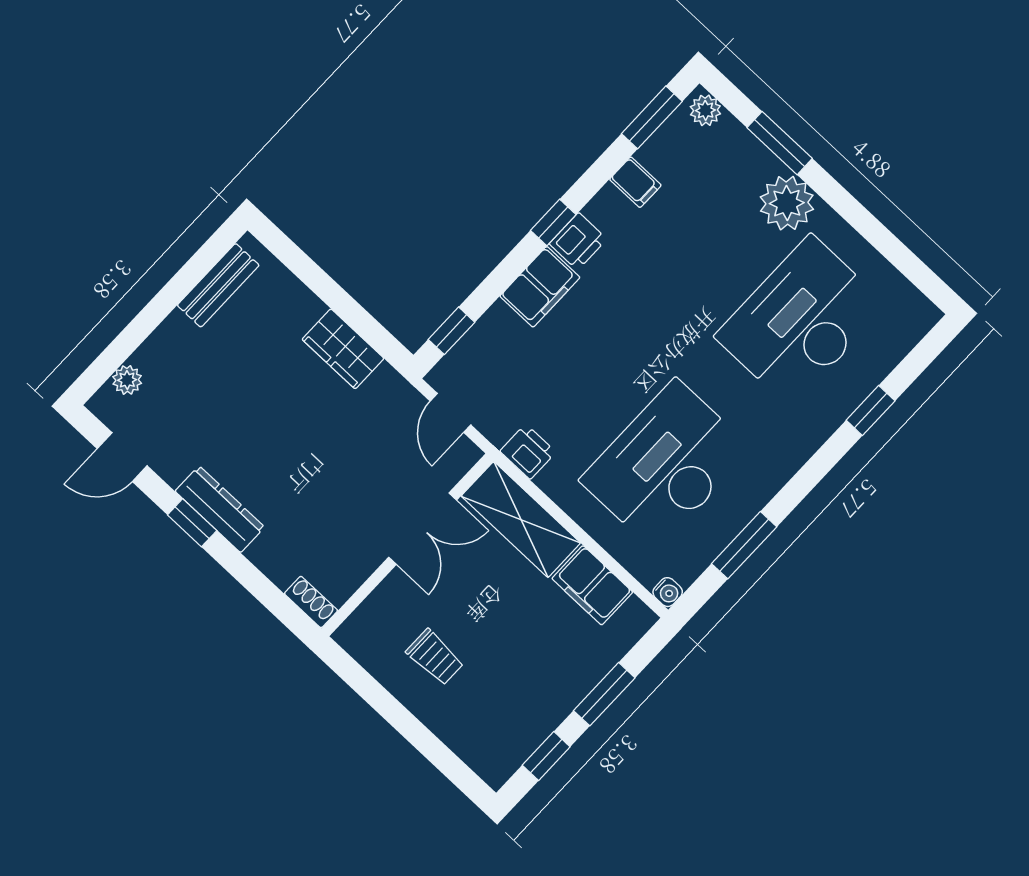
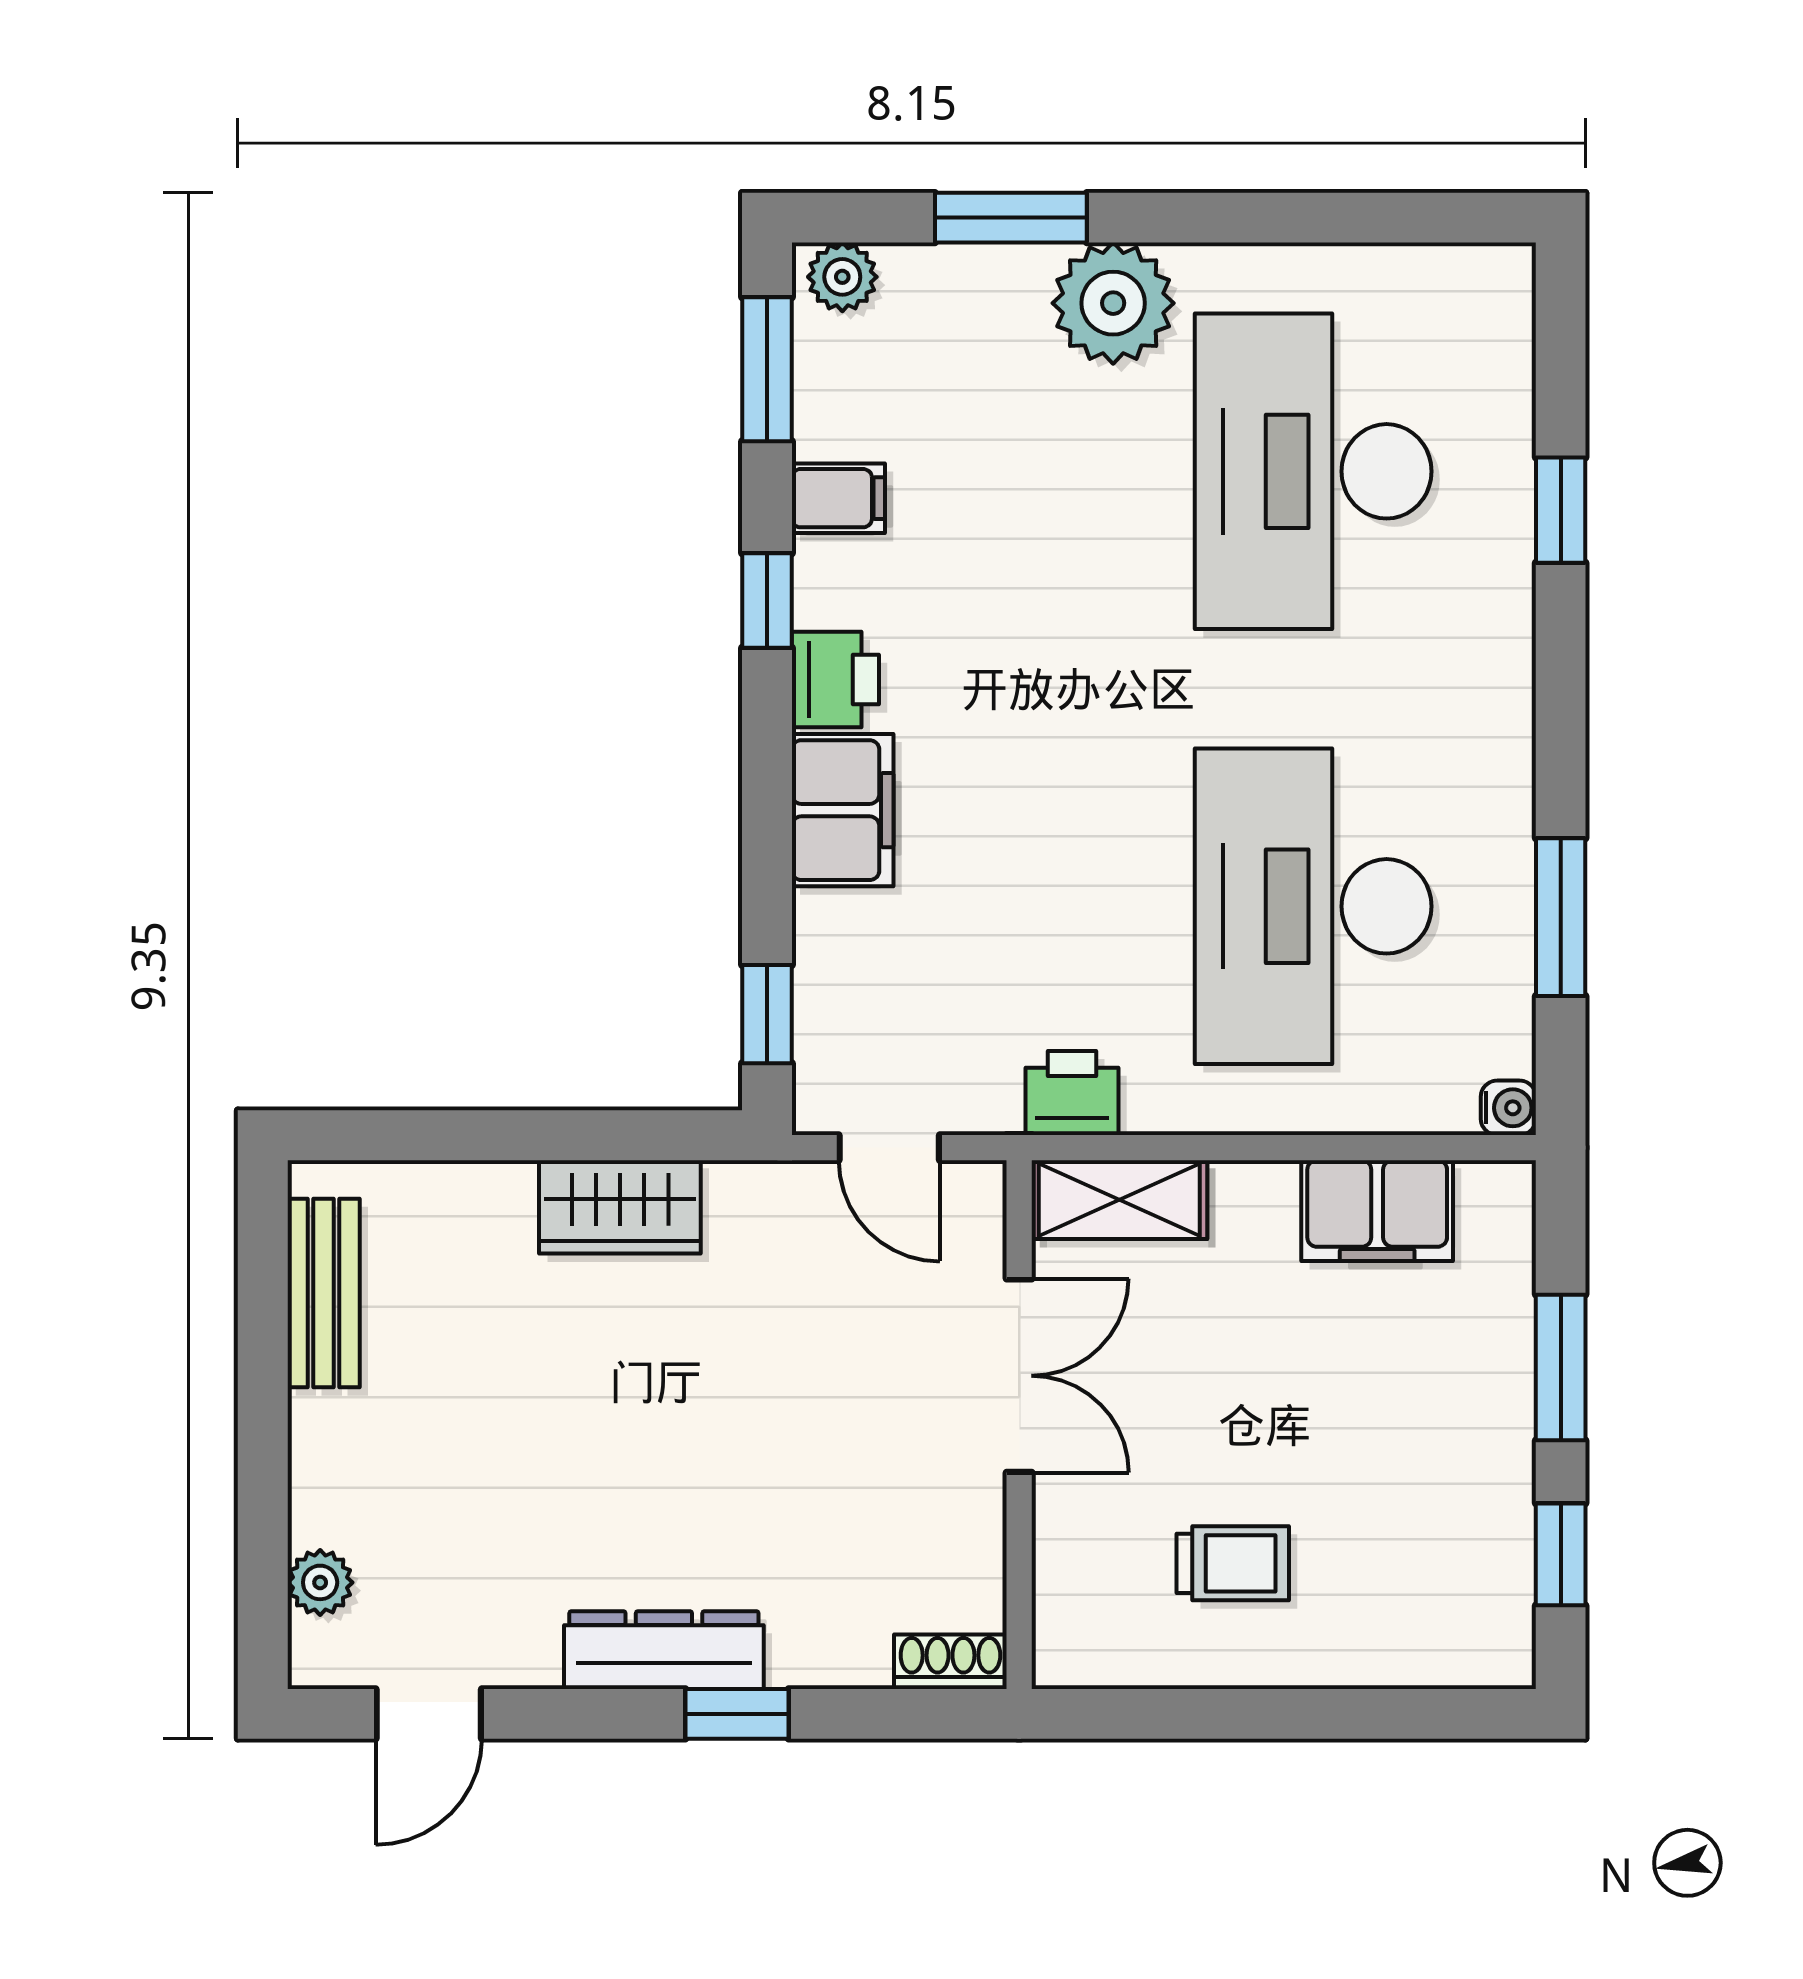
window: (553, 222) -> (767, 601), moved
shelving: (521, 520) -> (1119, 1200), width x0.67, depth x0.75
window: (192, 523) -> (737, 1714), moved

